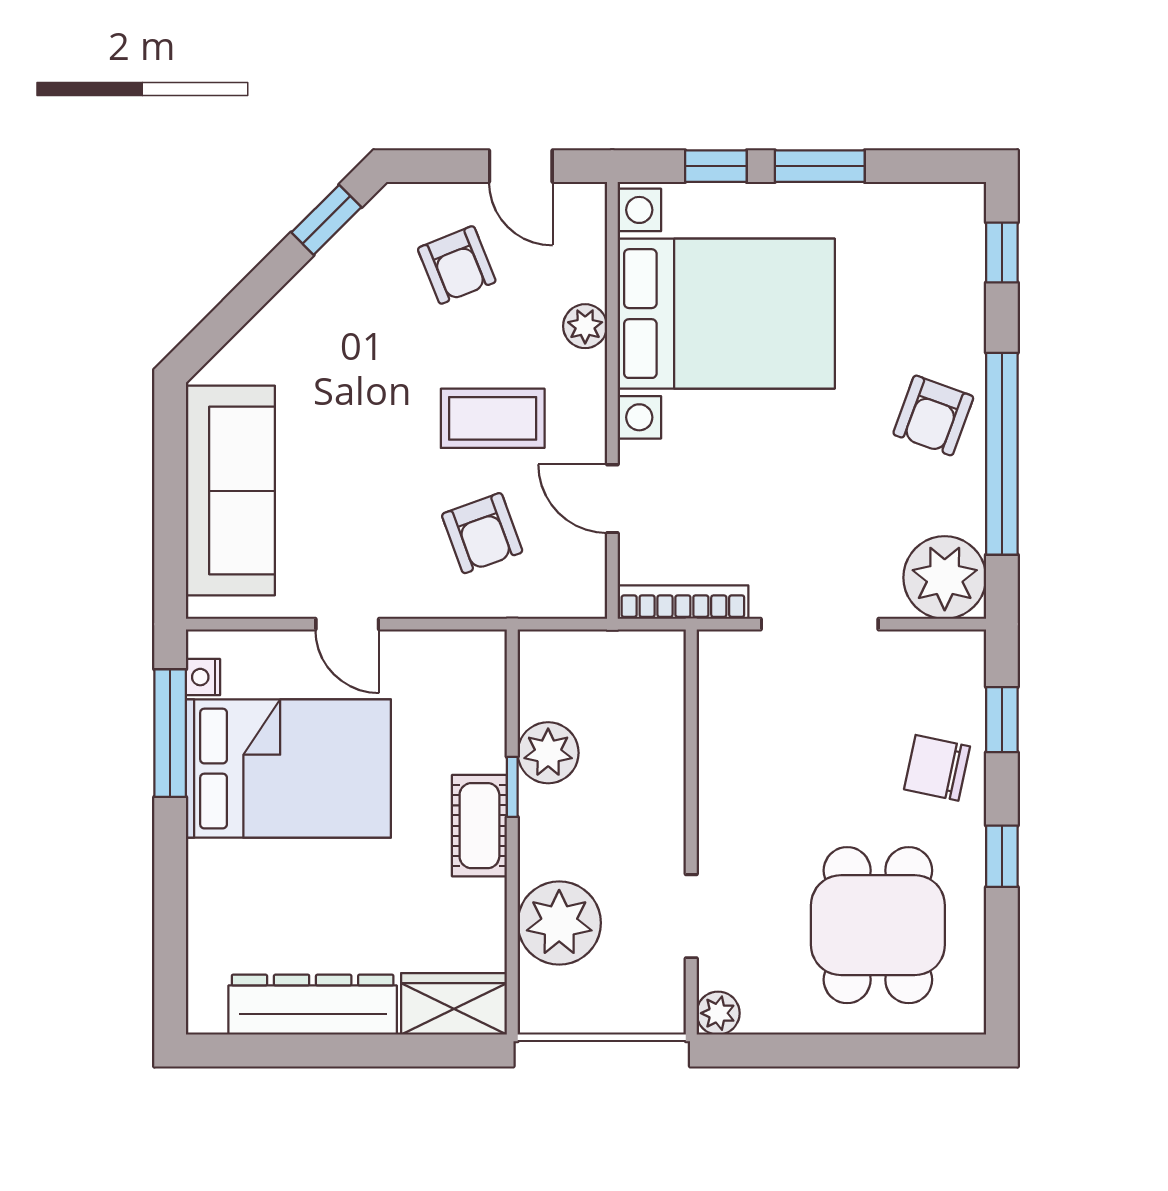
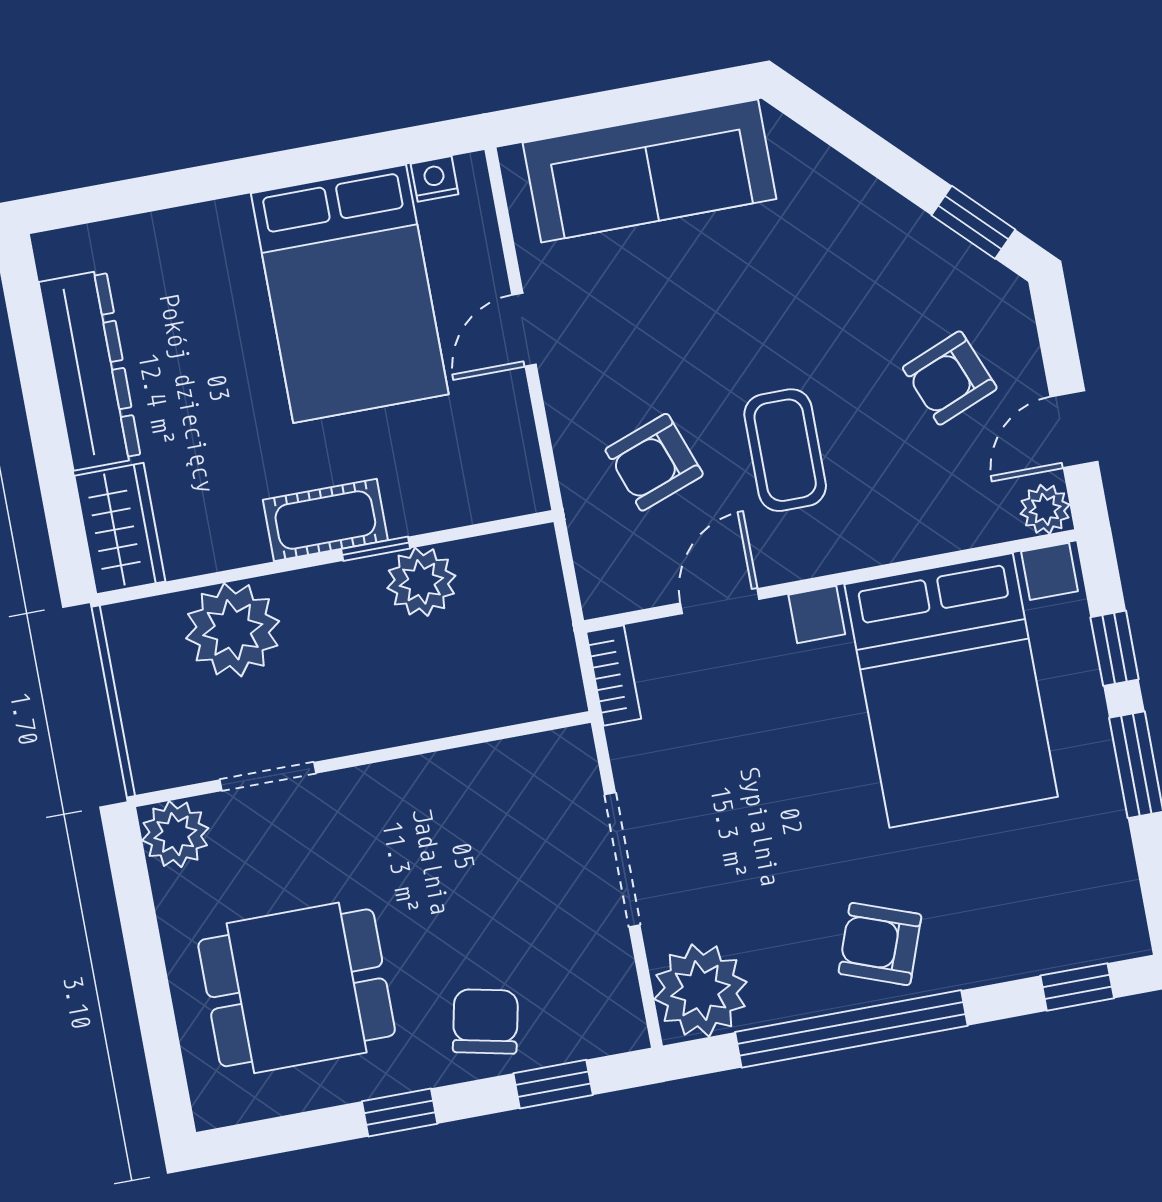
plant: (585, 326) -> (1045, 509), moved
bookcase: (683, 602) -> (614, 675), width x0.64
window: (170, 733) -> (365, 154), removed
plant: (718, 1013) -> (175, 834), width x1.38, depth x1.38

